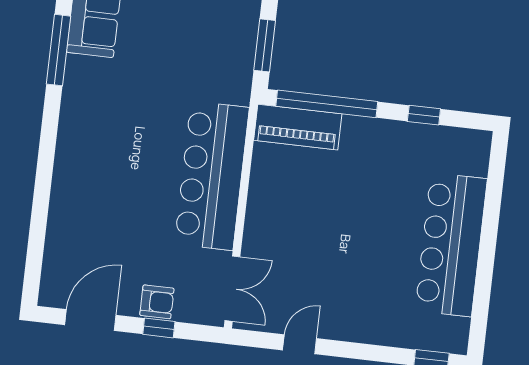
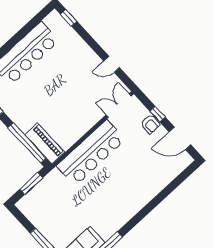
armchair: (157, 302) -> (150, 124), turned 180

